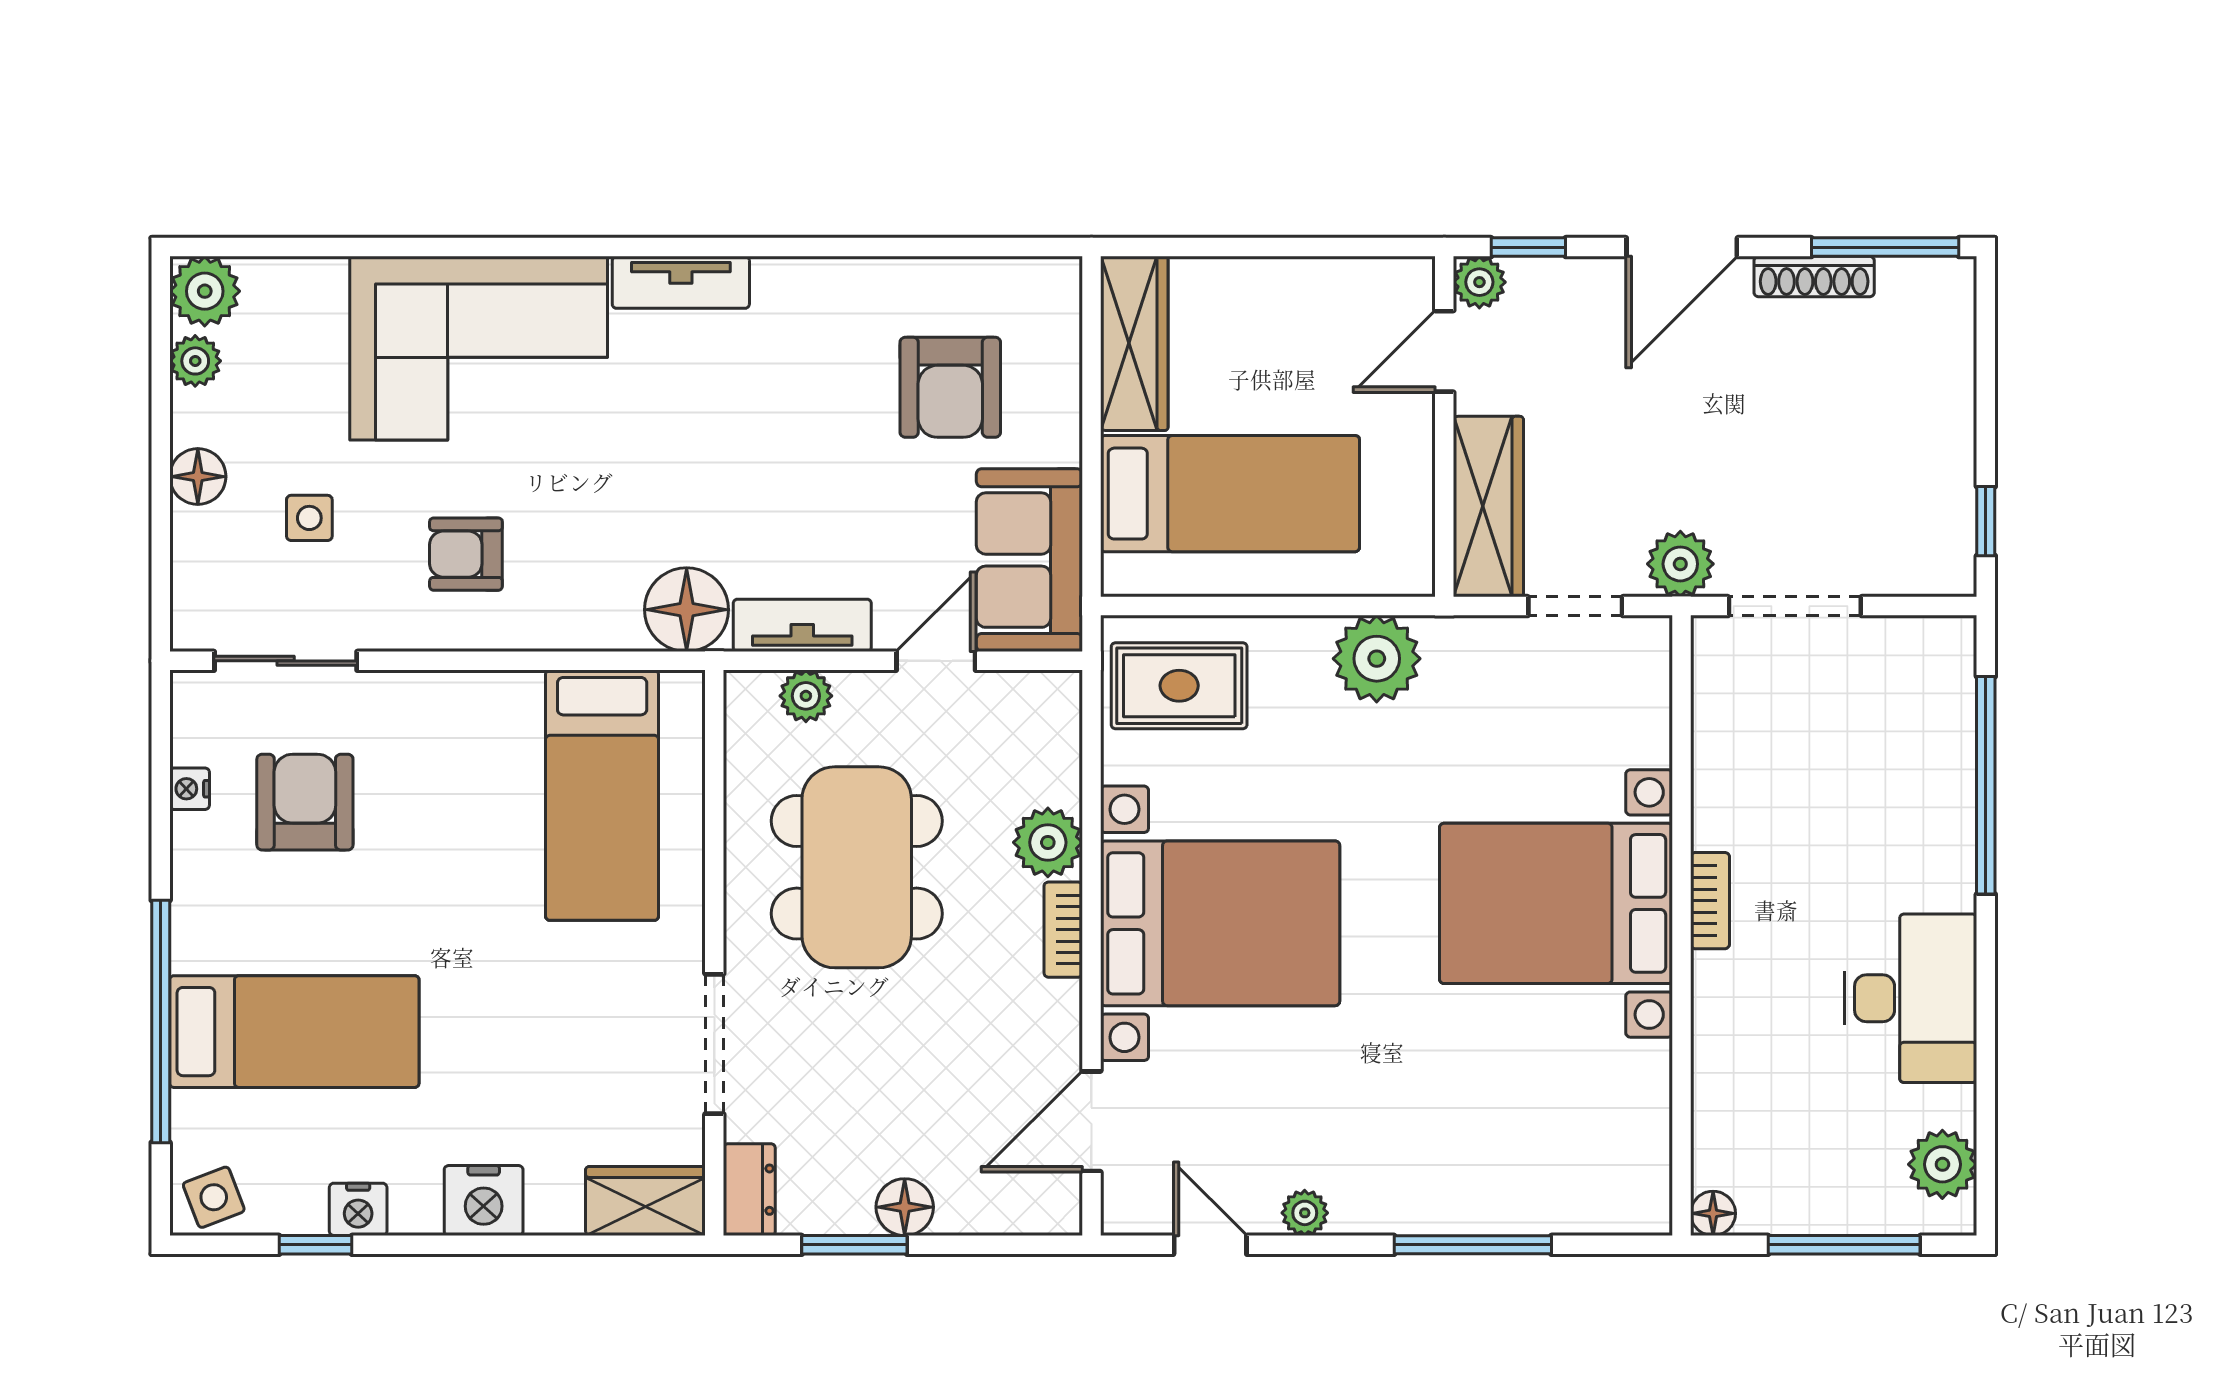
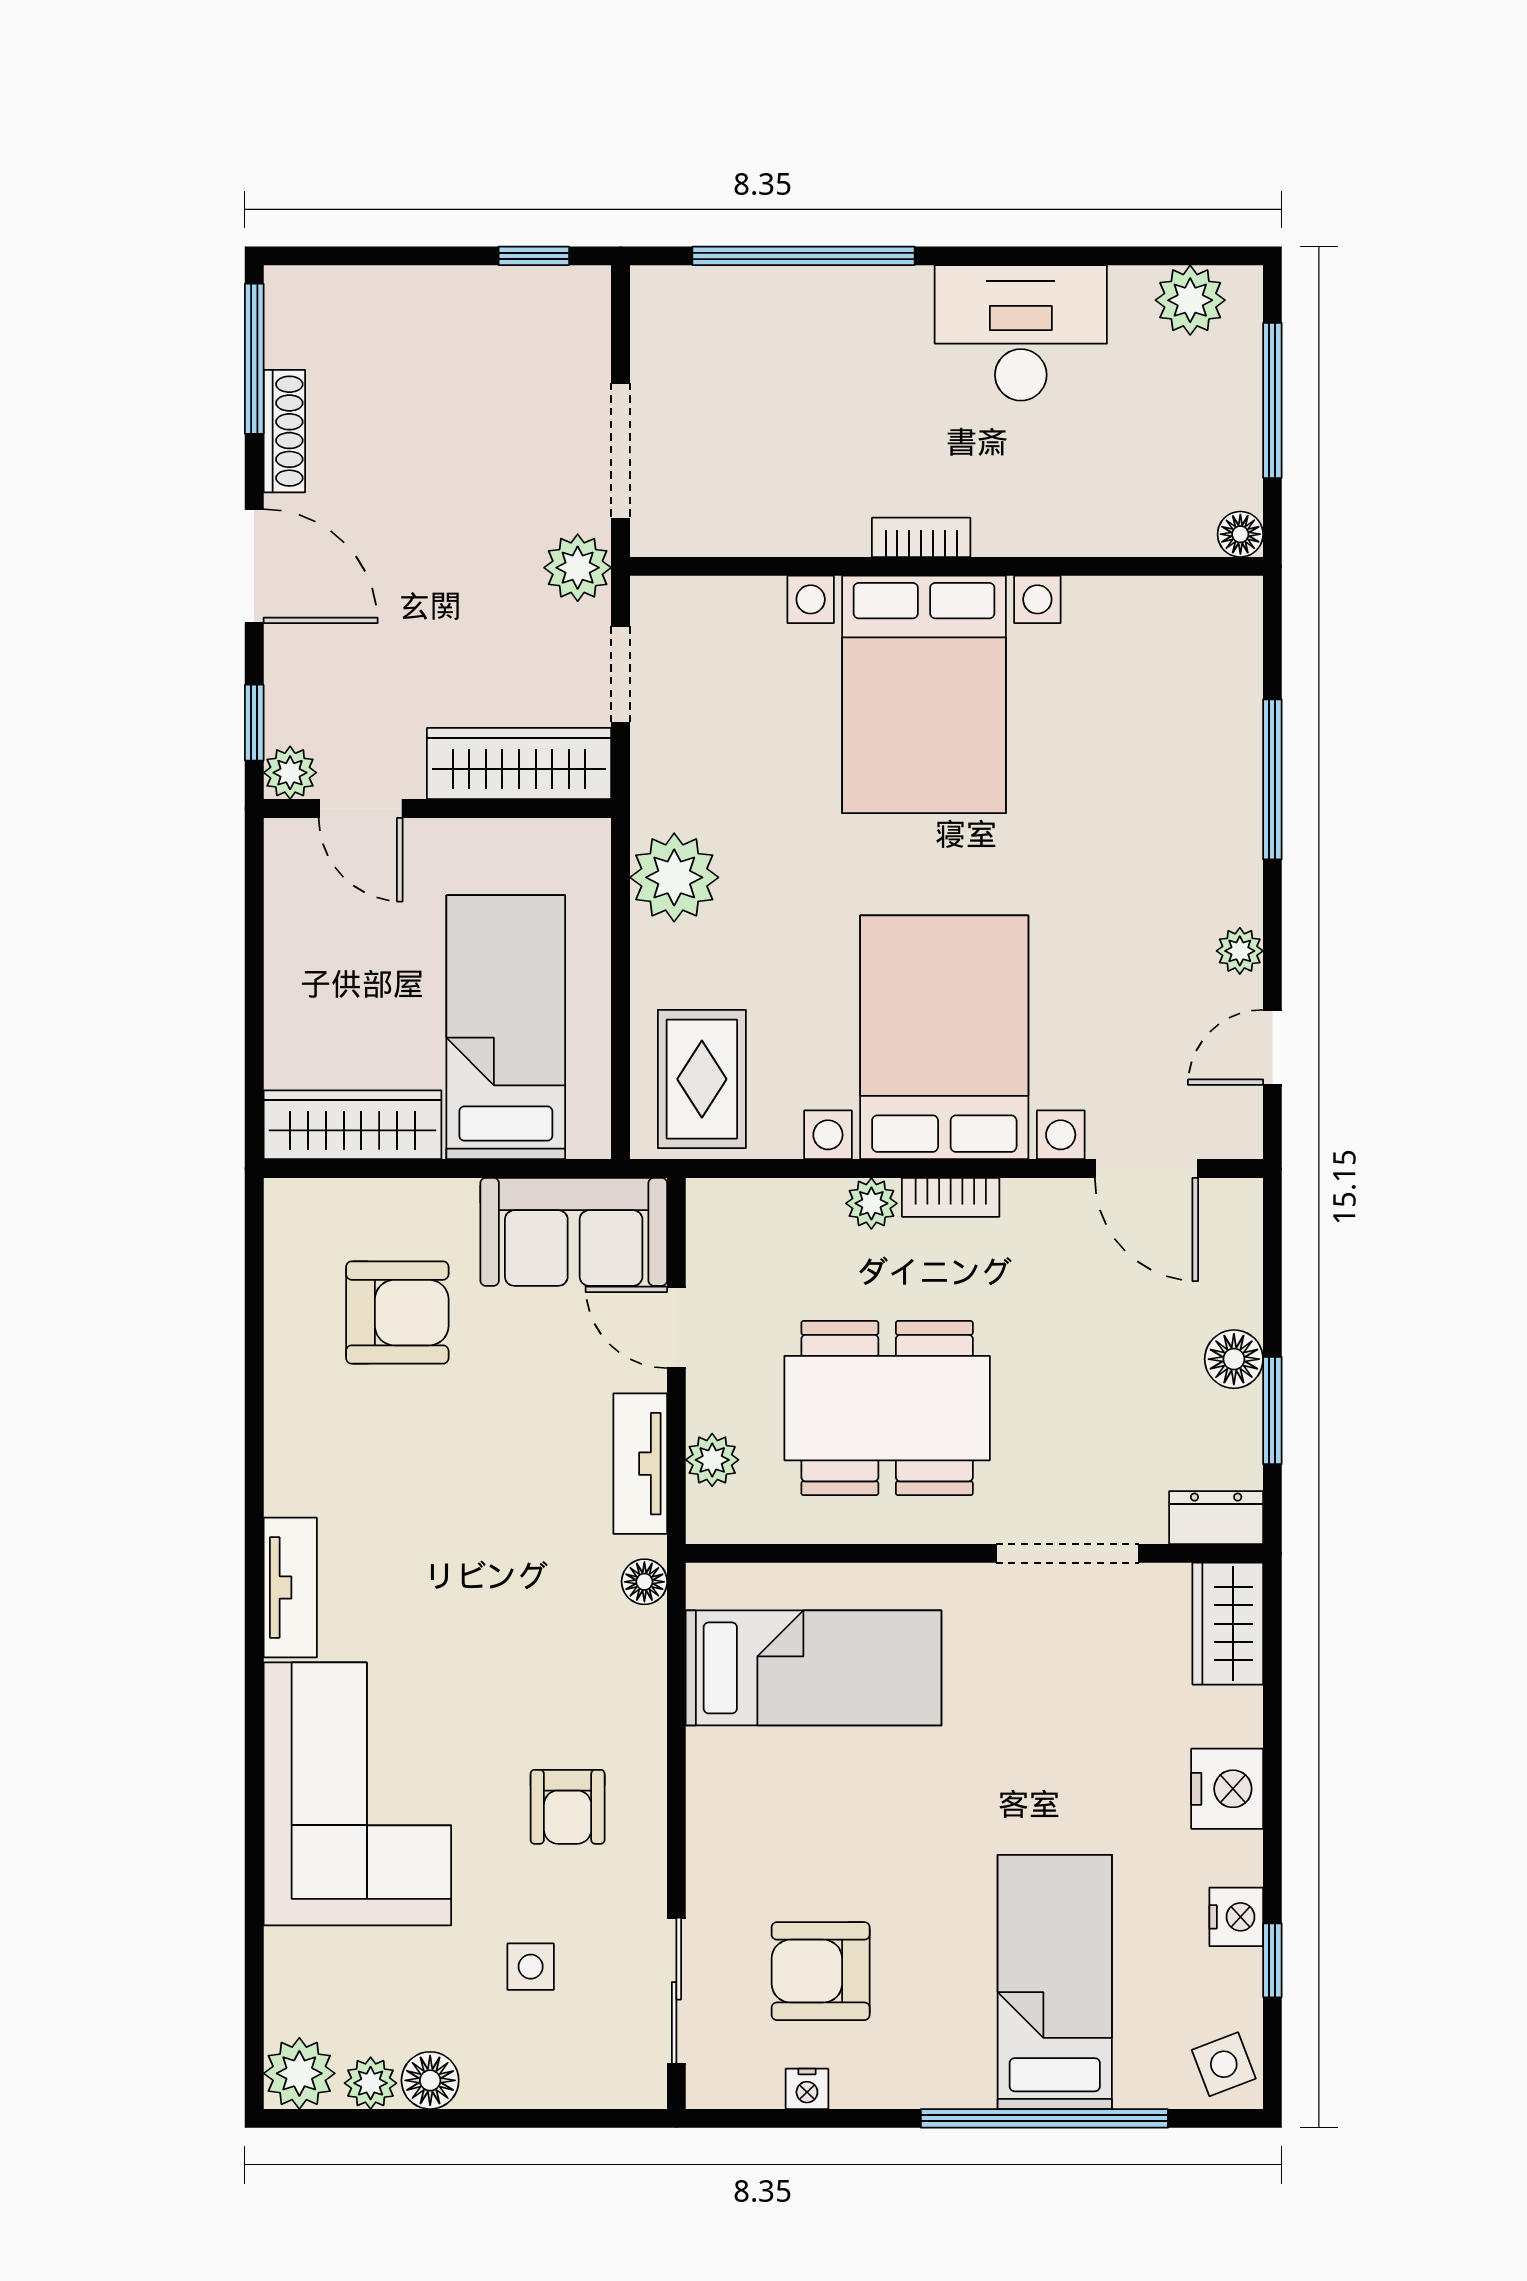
floor lamp: (198, 477) -> (430, 2080), moved
floor lamp: (687, 610) -> (644, 1582), width x0.53, depth x0.53
plant: (1048, 842) -> (871, 1203), width x0.73, depth x0.73

